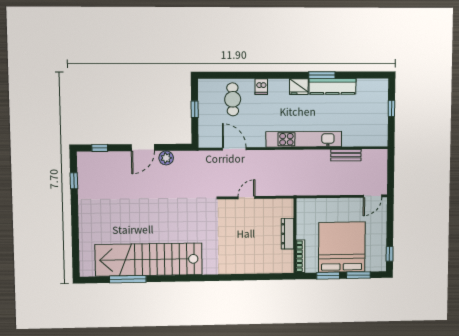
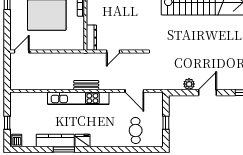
dishwasher: (261, 87) -> (17, 140), moved
bench: (346, 155) -> (86, 85), moved
door: (246, 198) -> (113, 51), moved
dresser: (288, 234) -> (91, 38), moved

